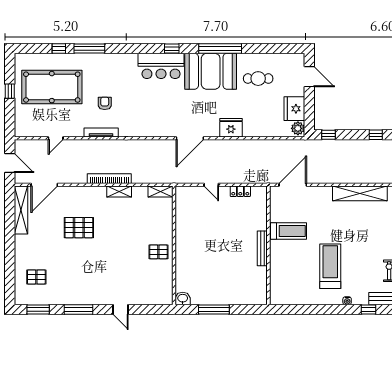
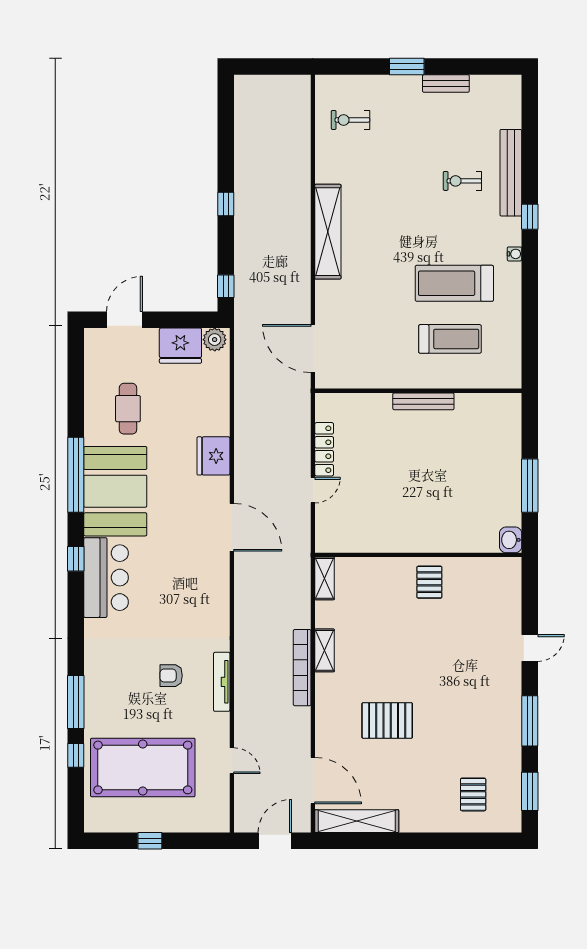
pool table: (52, 87) -> (143, 767), turned 90
locker: (240, 191) -> (324, 449), width x1.53
pallet: (79, 228) -> (387, 720), turned 90
treadmill: (289, 231) -> (450, 339), moved, turned 90

